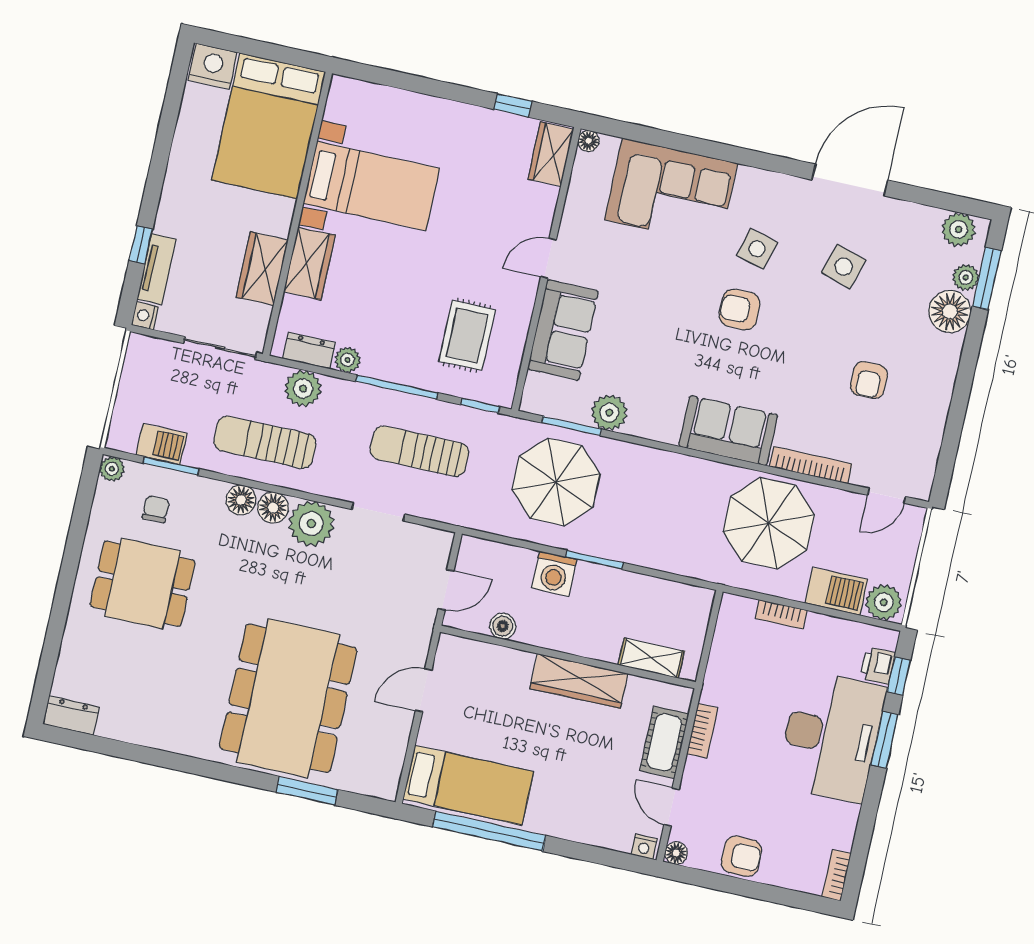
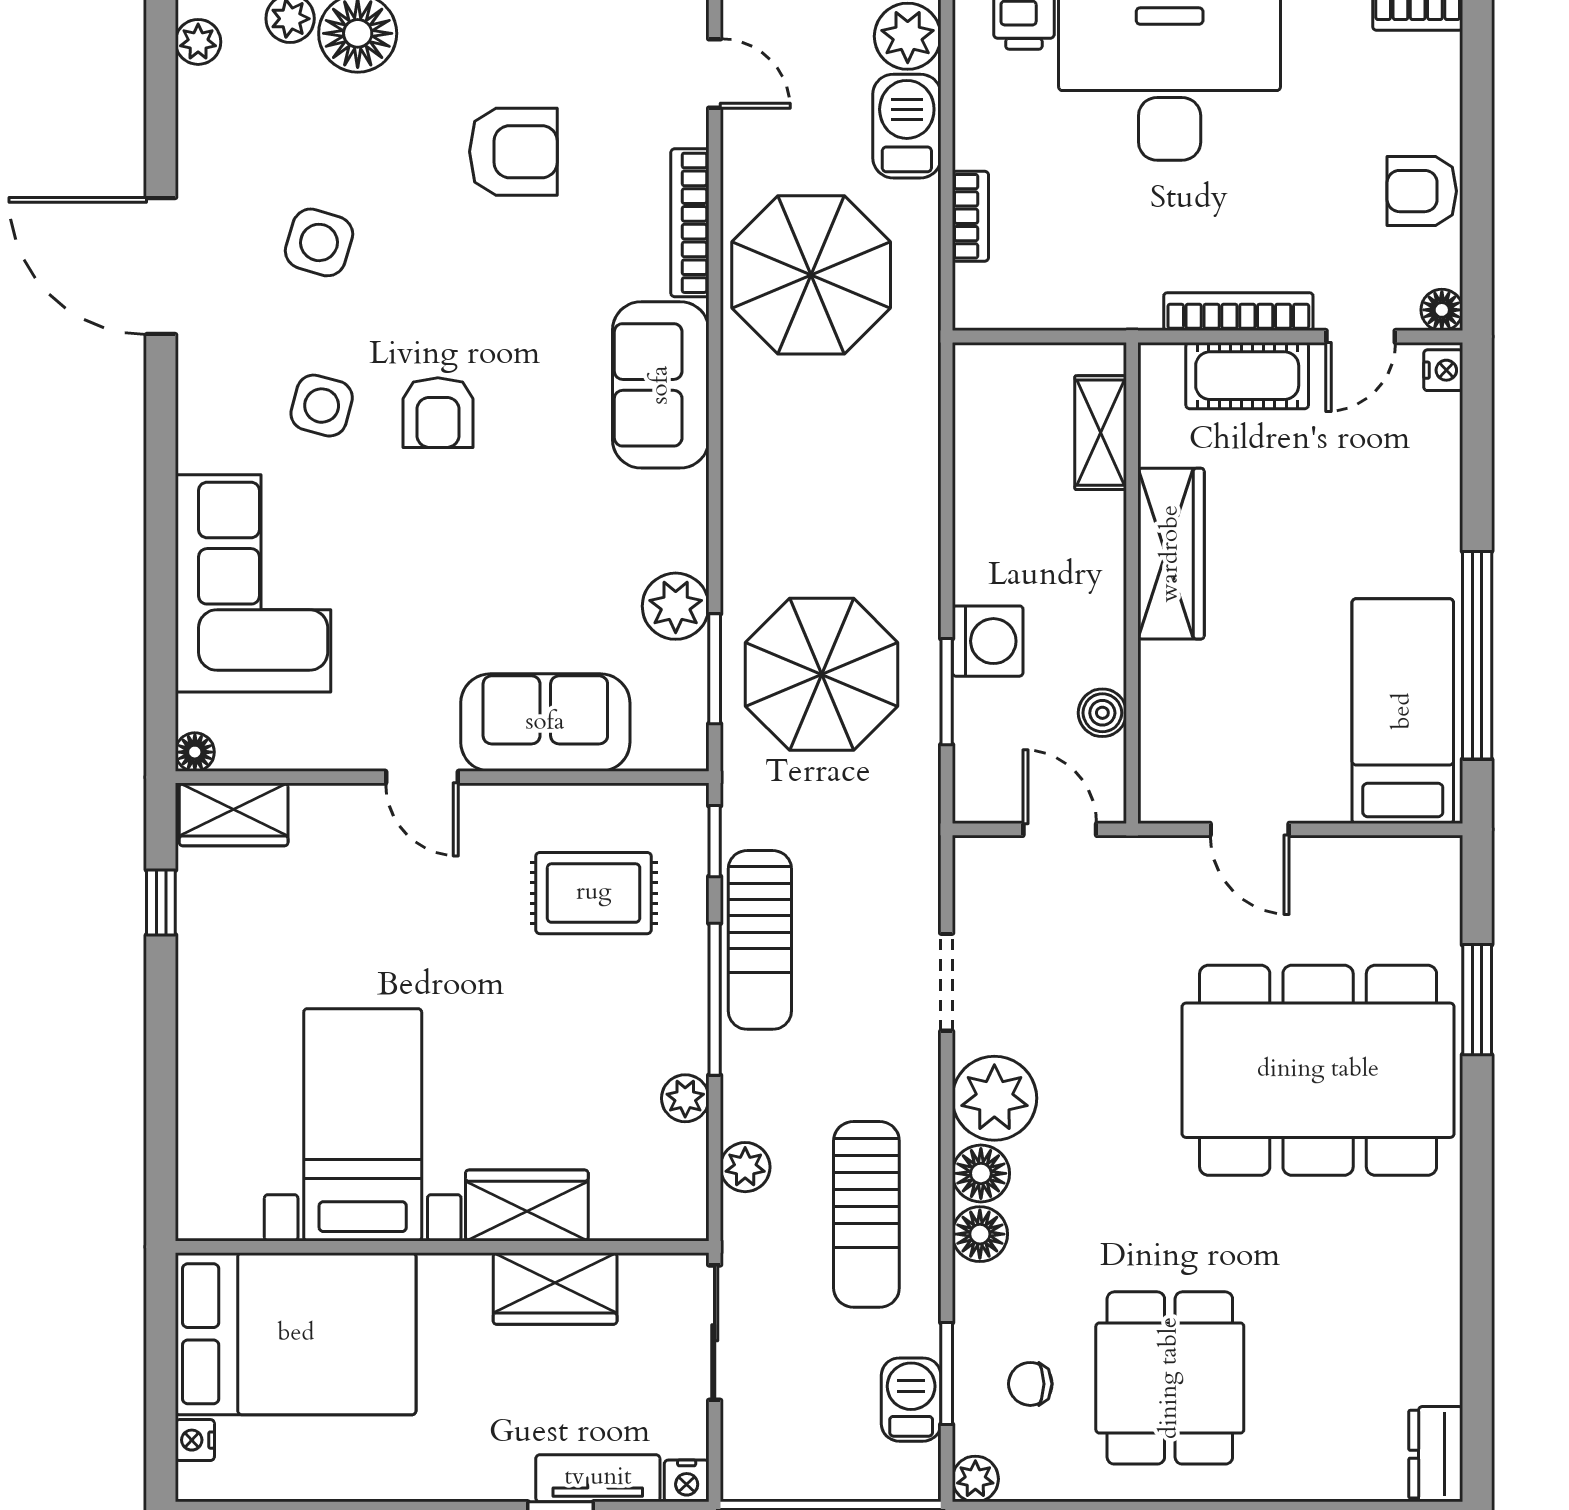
nightstand: (213, 66) -> (195, 1440), width x0.53, depth x0.56
plant: (959, 229) -> (198, 42), width x0.73, depth x0.73
dresser: (309, 351) -> (684, 1171), removed
armchair: (869, 380) -> (513, 152), width x1.38, depth x1.38
plant: (303, 388) -> (745, 1167), width x0.73, depth x0.73
sun lounger: (419, 451) -> (760, 940), moved
window: (594, 560) -> (947, 692), moved
bookcase: (702, 731) -> (1238, 312), width x1.56
armchair: (741, 856) -> (1422, 191), turned -90

